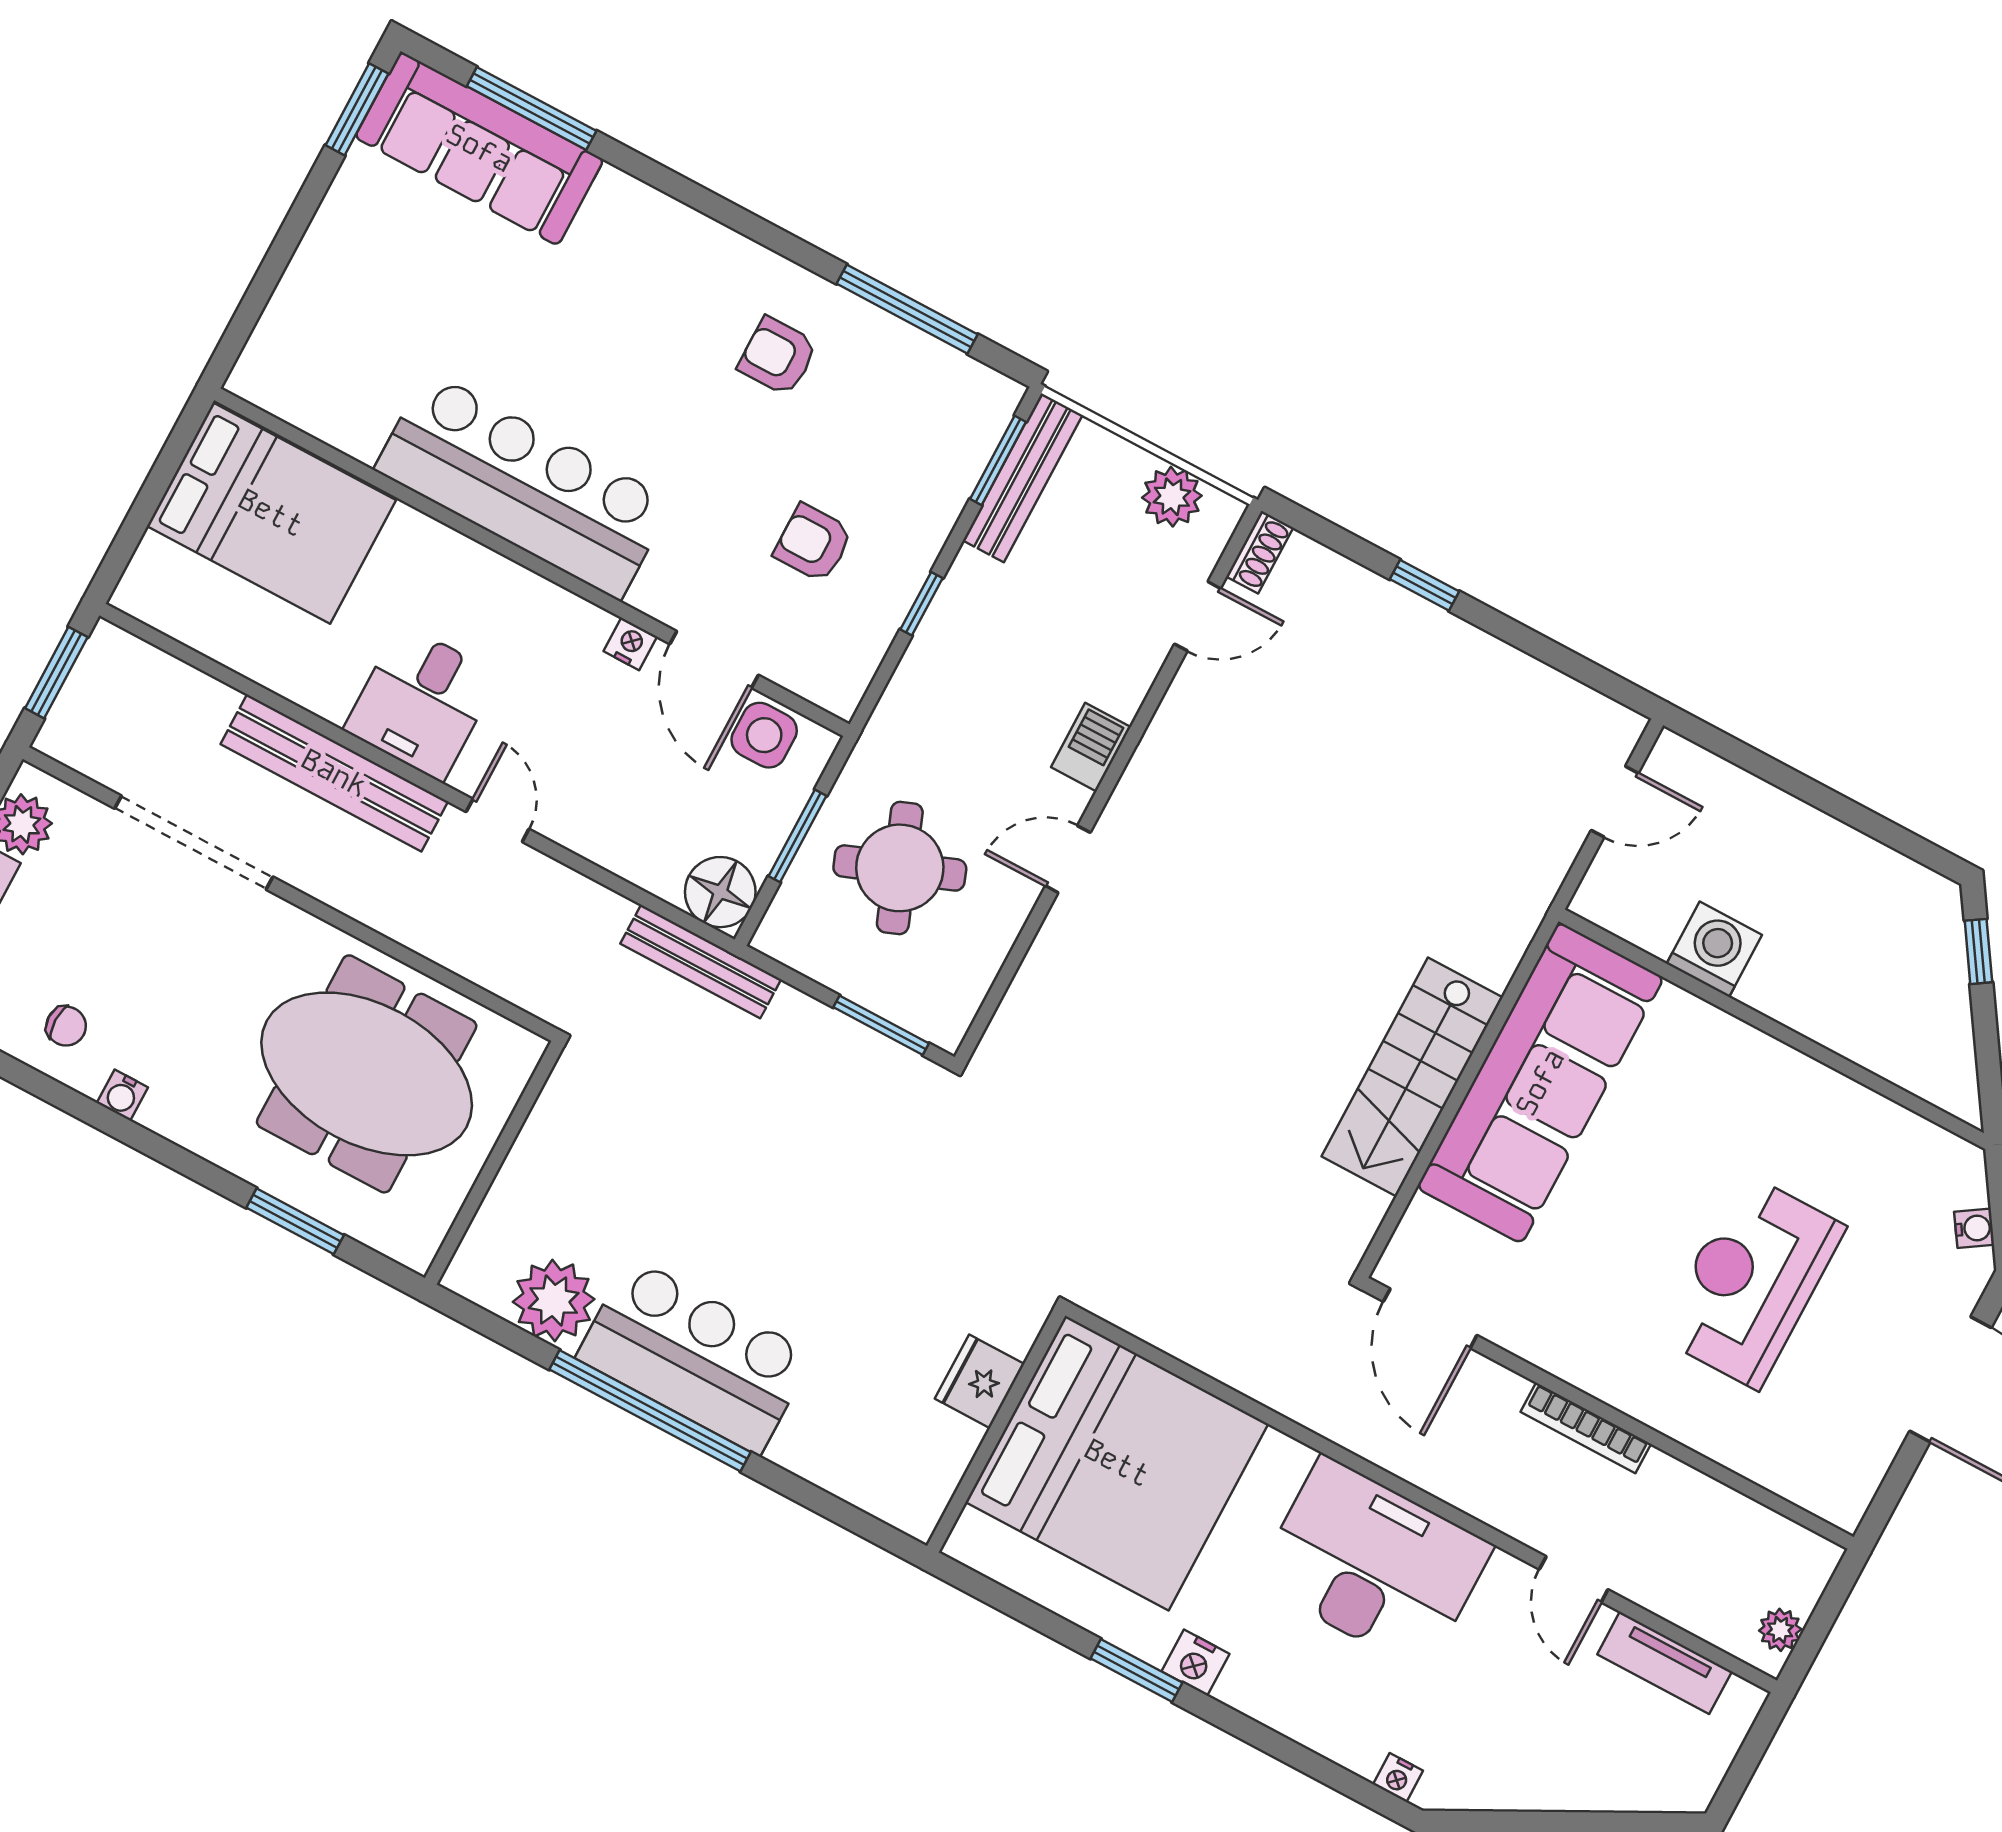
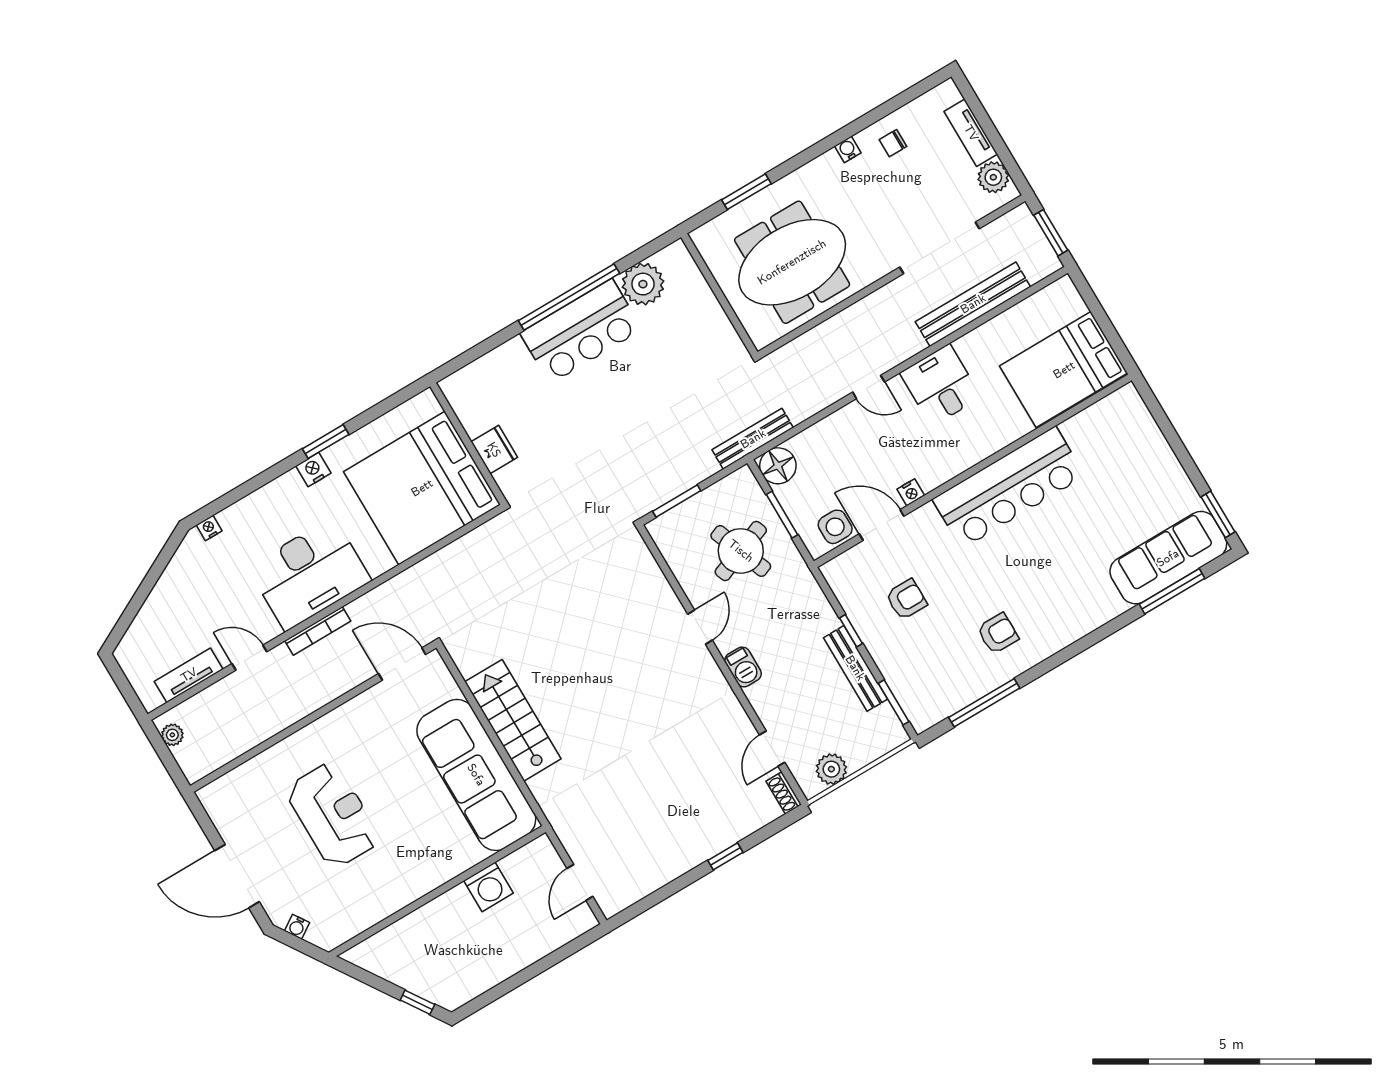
bench: (1023, 478) -> (855, 668), moved
bench: (334, 773) -> (973, 304), moved
bookcase: (1586, 1428) -> (318, 631), moved, turned 180

